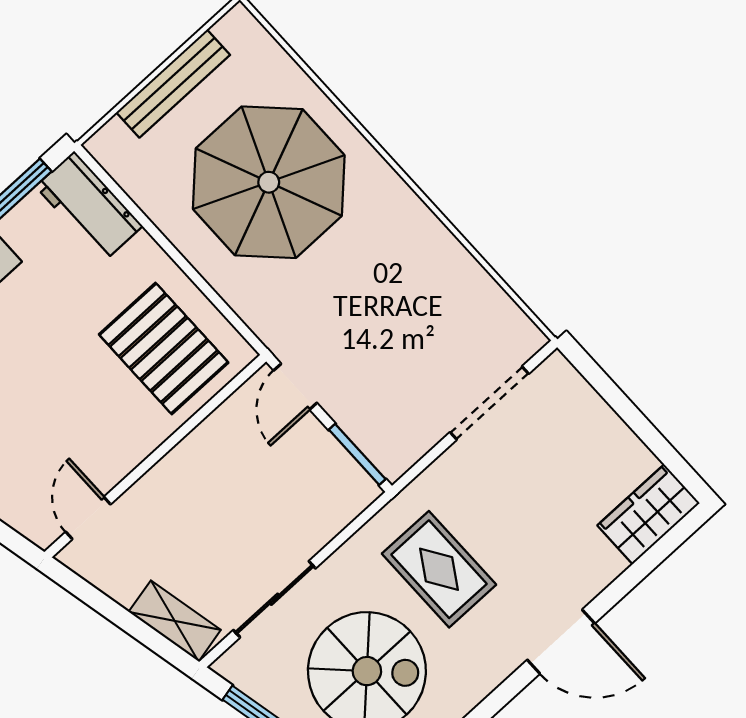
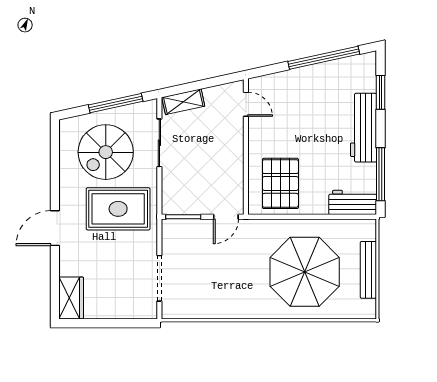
pallet: (164, 348) -> (280, 183), turned 90
door: (295, 387) -> (226, 217), swing flipped
rug: (439, 569) -> (118, 209), width x1.36, depth x1.43

